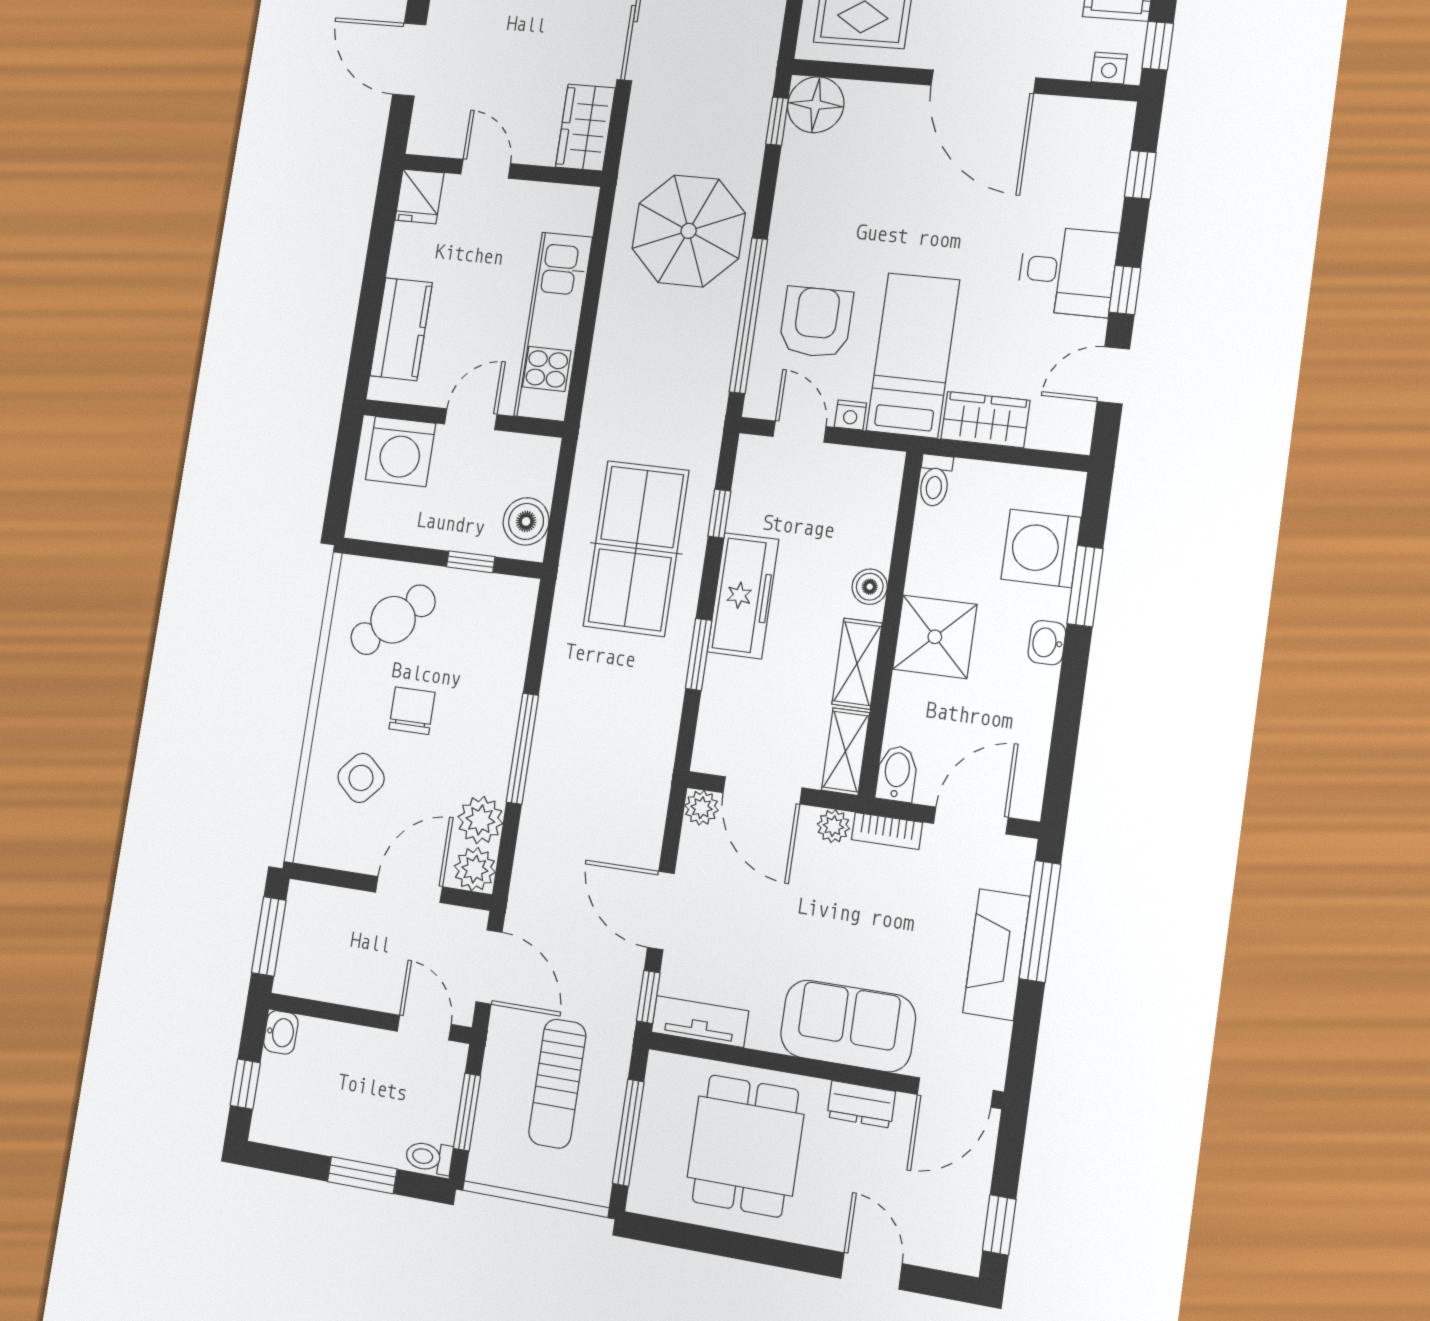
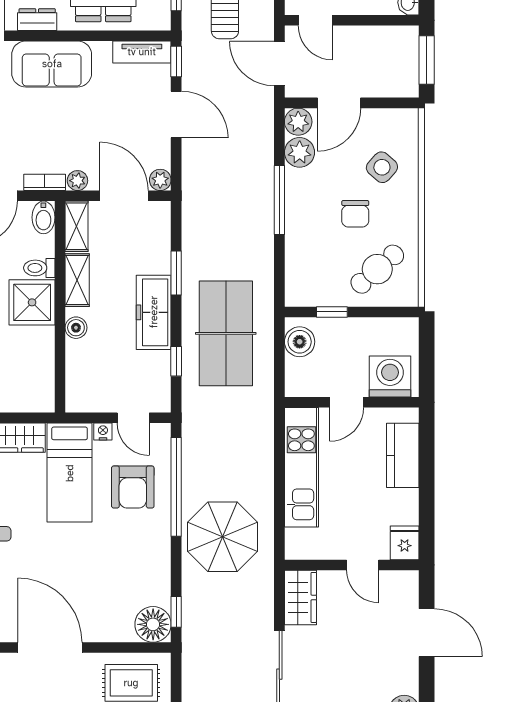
toilet: (935, 481) -> (39, 268), moved, turned -90

